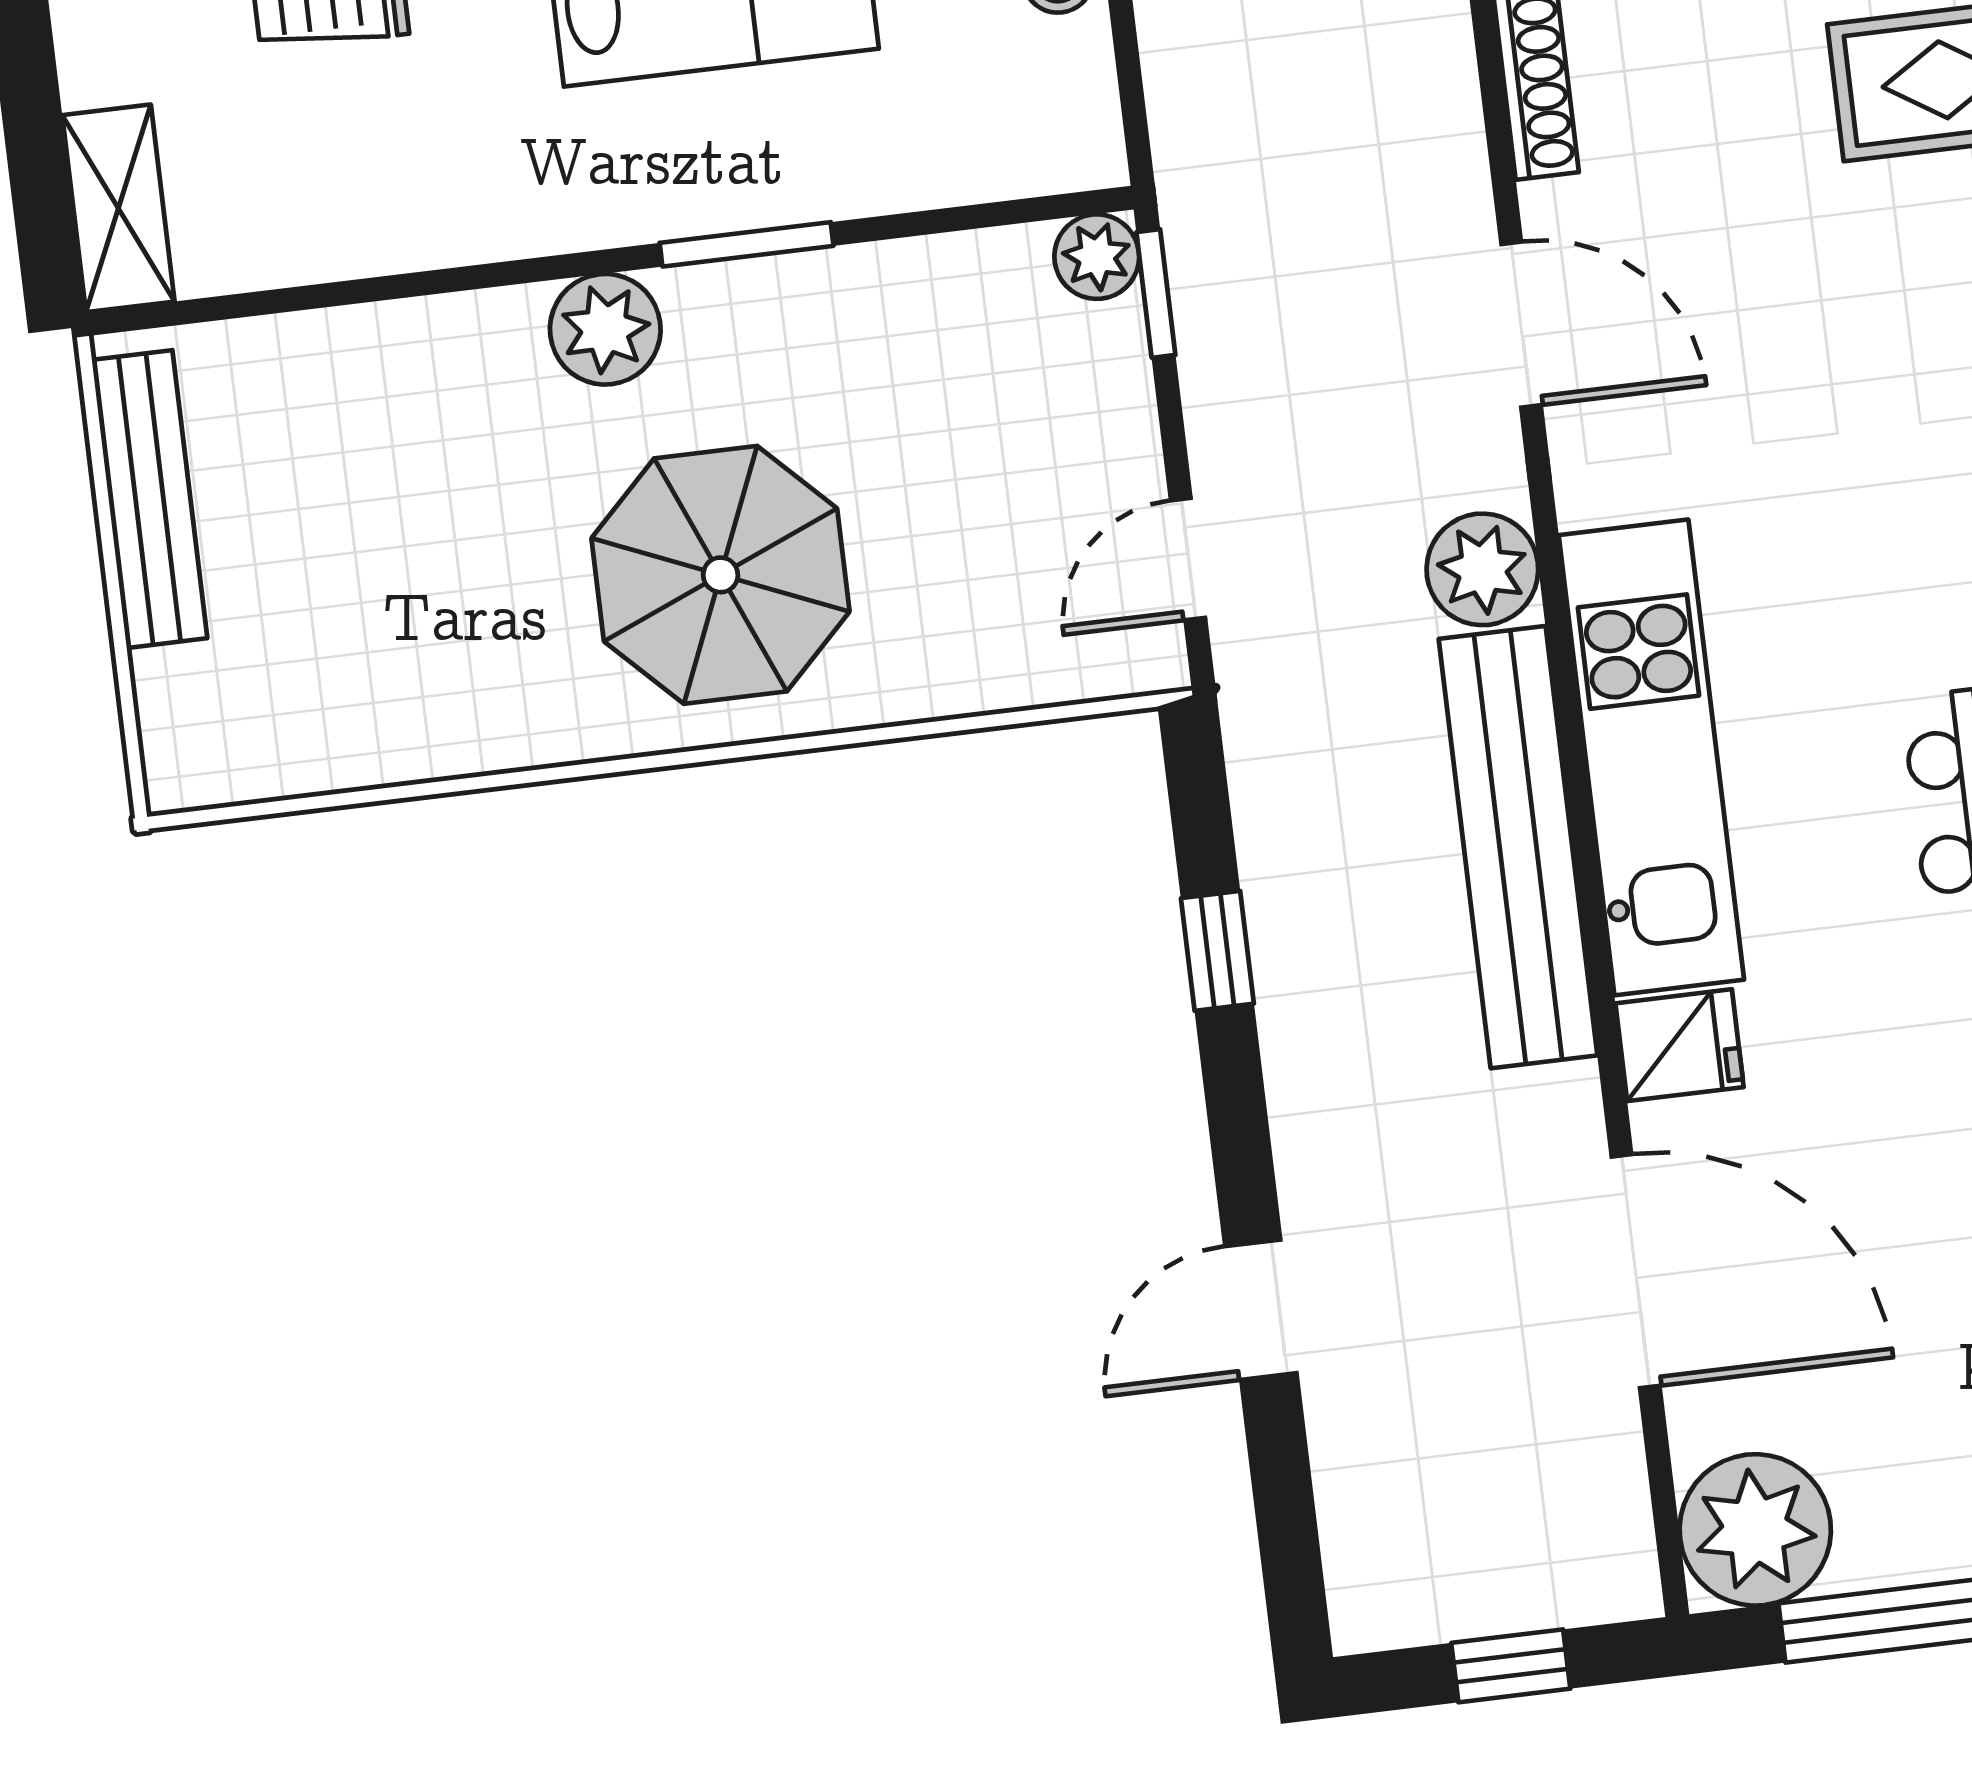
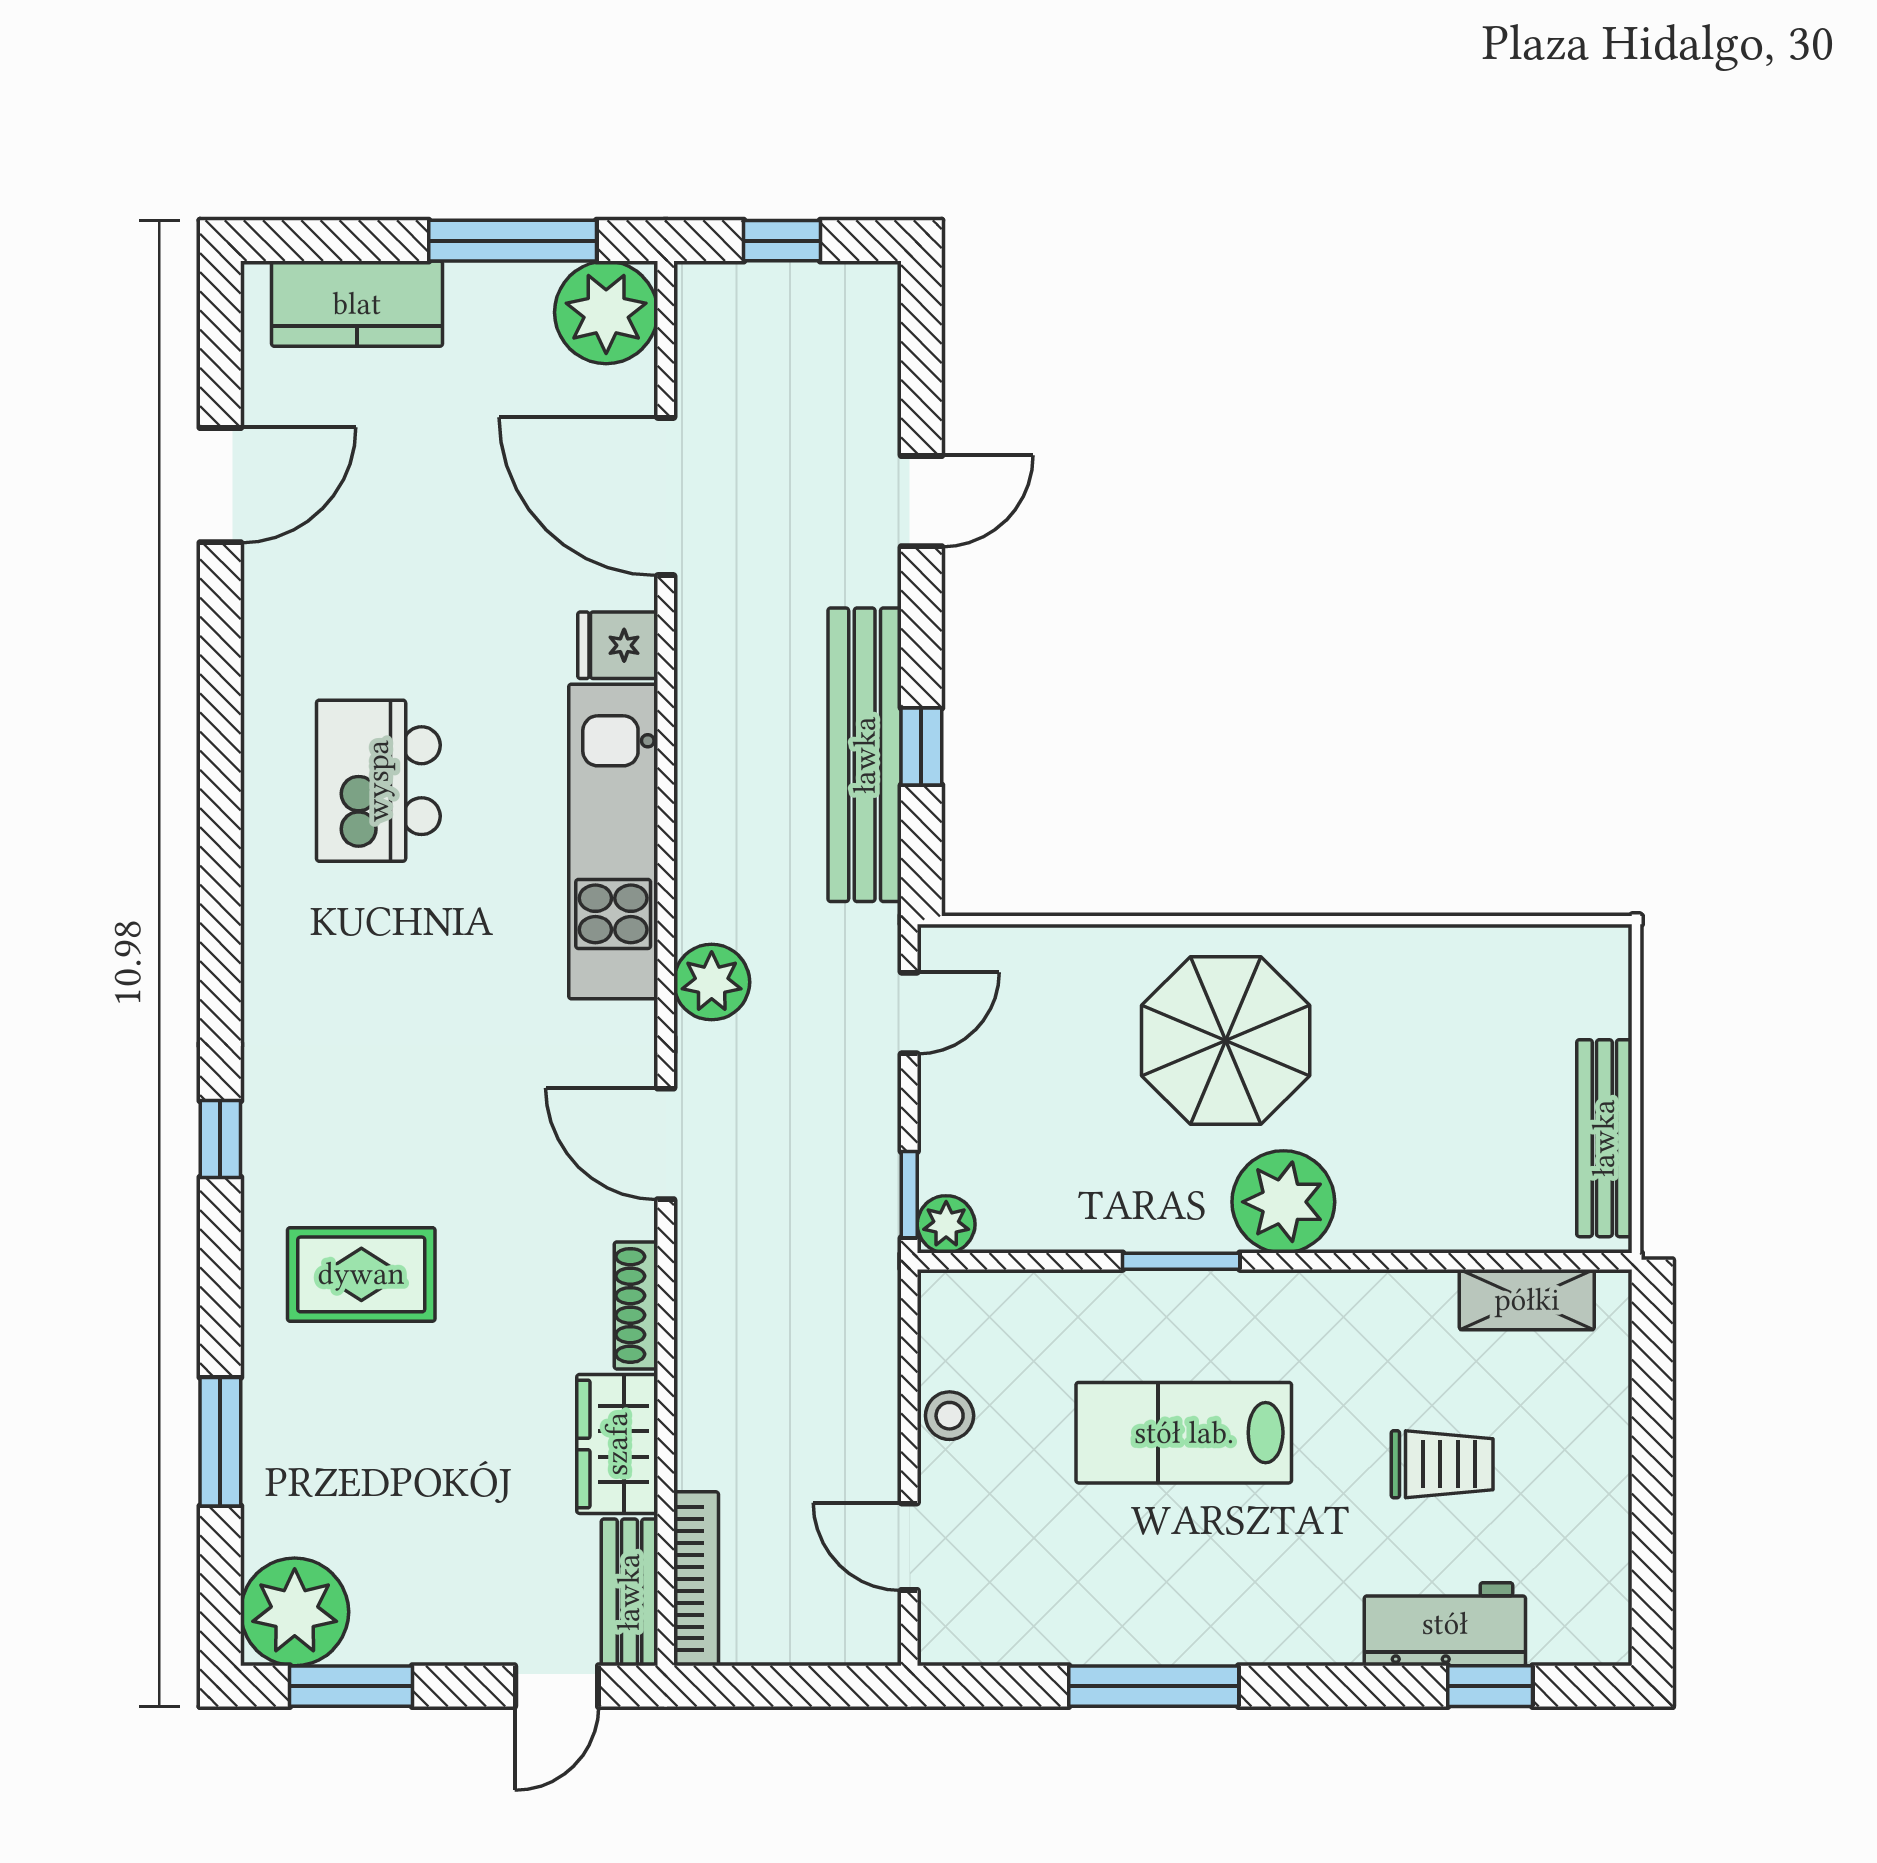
shelving: (118, 208) -> (1527, 1300), moved, turned 90
plant: (605, 329) -> (1283, 1202), width x1.36, depth x1.36
bench: (1518, 847) -> (865, 755), moved

